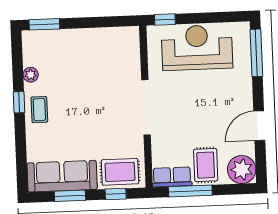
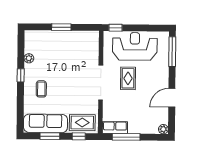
window: (44, 24) -> (61, 27), moved
coffee table: (39, 110) -> (41, 89), moved
rug: (206, 165) -> (128, 78), moved
plant: (242, 170) -> (163, 129), width x0.53, depth x0.53

